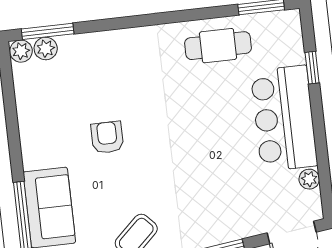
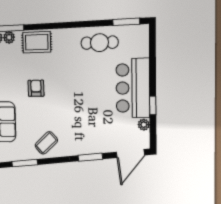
rug: (101, 53) -> (37, 42), added
window: (312, 68) -> (153, 105), moved

